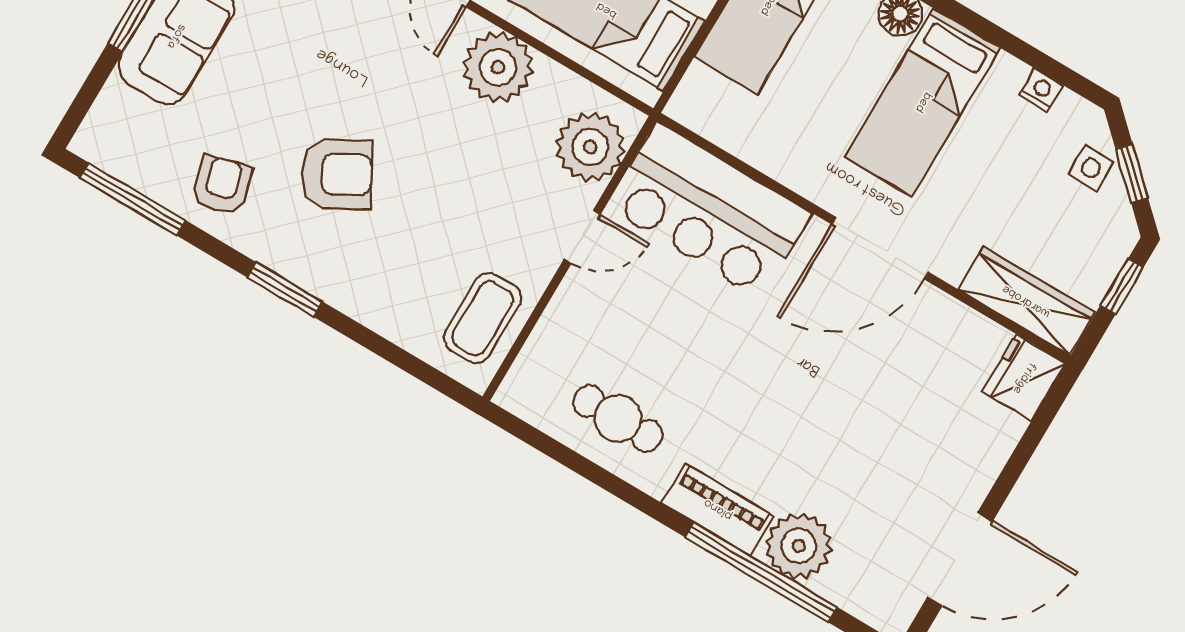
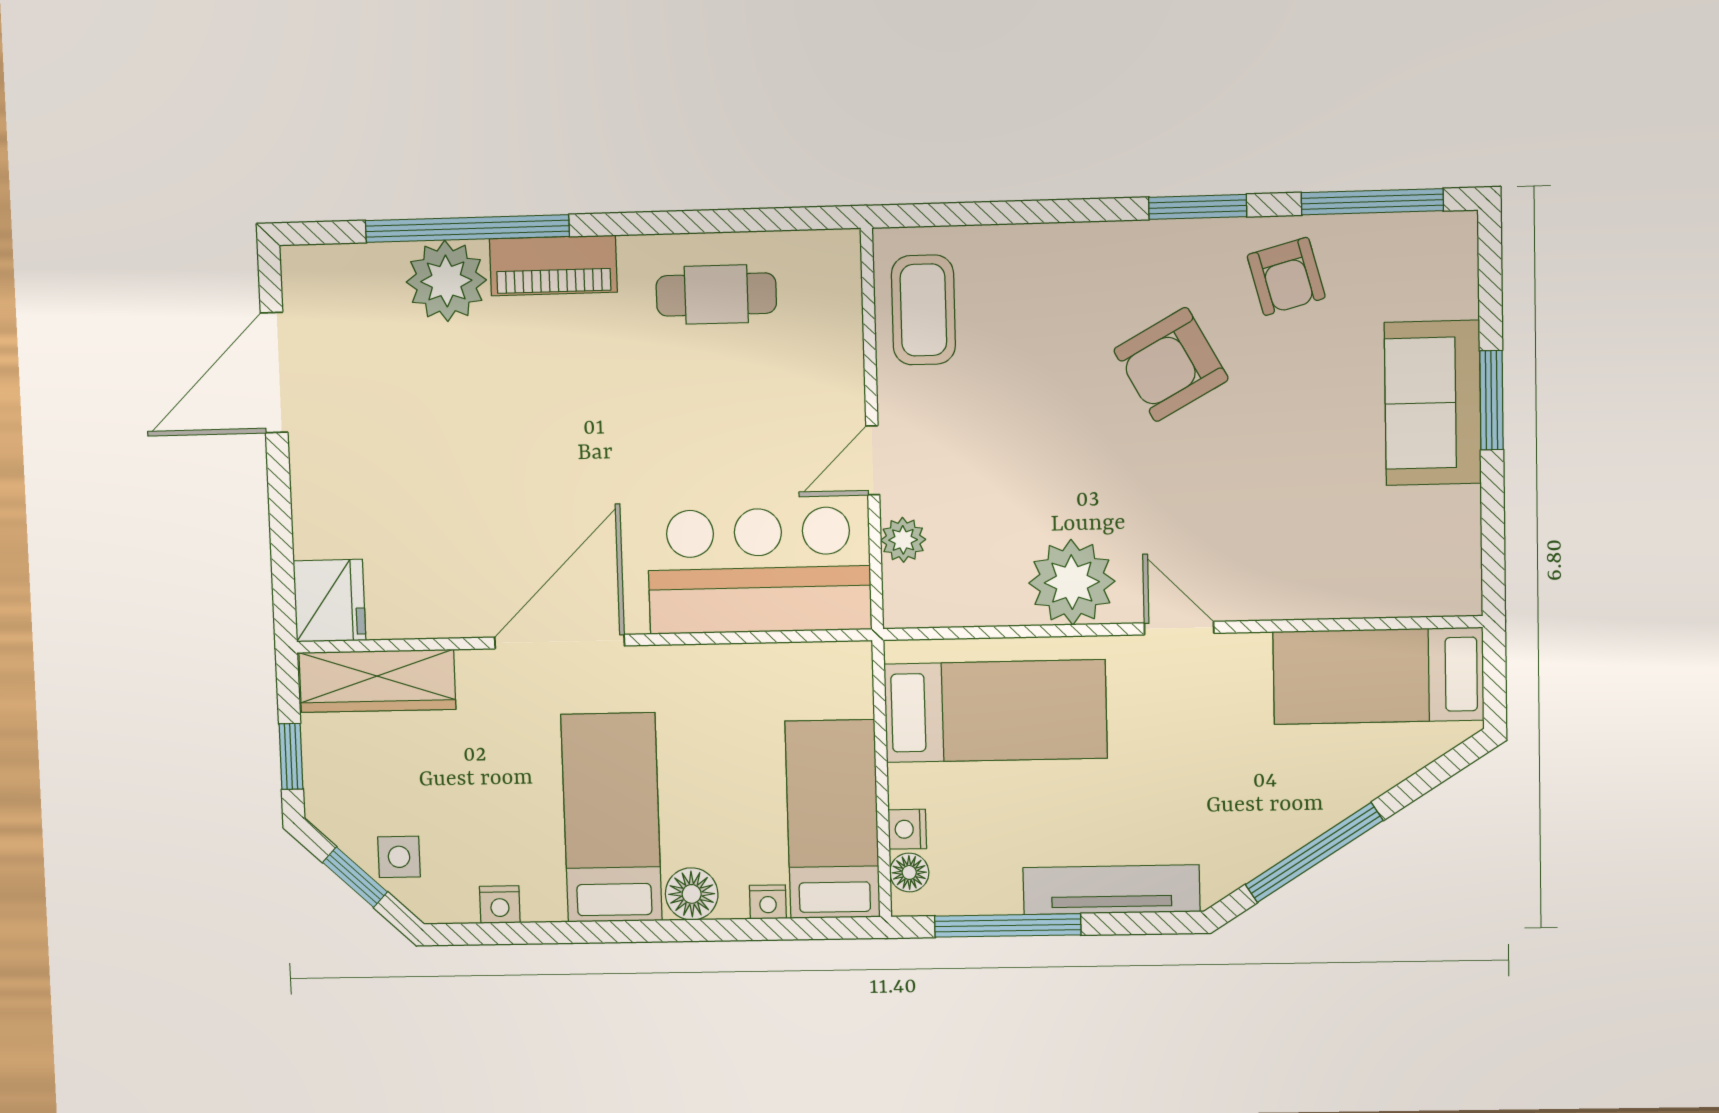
plant: (590, 147) -> (903, 540), width x0.53, depth x0.53
window: (285, 289) -> (1198, 207), moved

